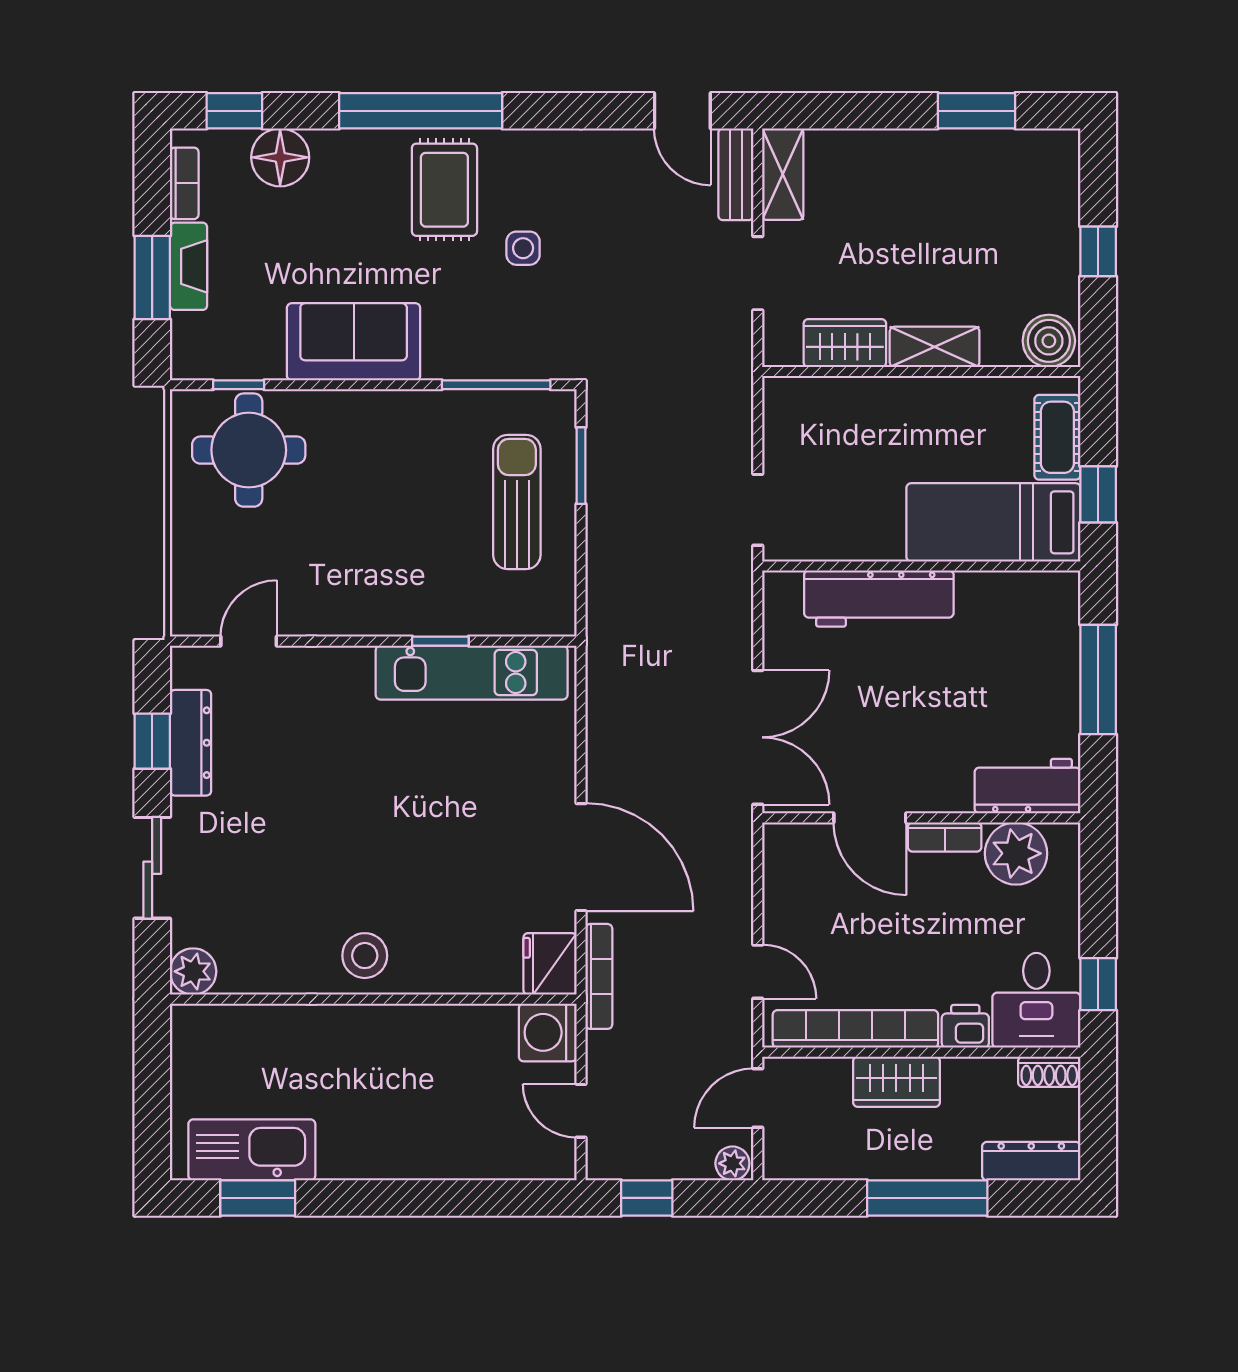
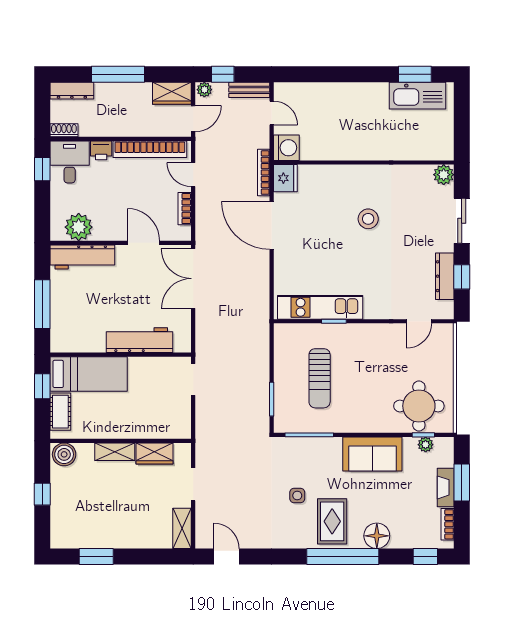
floor lamp: (280, 157) -> (377, 536), moved
bench: (736, 174) -> (249, 90), moved, turned 90
plant: (234, 363) -> (426, 445), added
sun lounger: (517, 502) -> (320, 378), moved
workbench: (1028, 786) -> (82, 257), width x1.38
bookcase: (945, 837) -> (185, 209), moved, turned -90
stool: (365, 956) -> (368, 219), moved
wardrobe: (896, 1082) -> (172, 93), moved, turned 180
window: (647, 1198) -> (223, 74), moved

